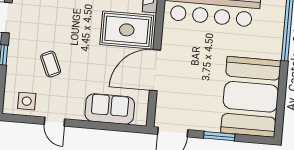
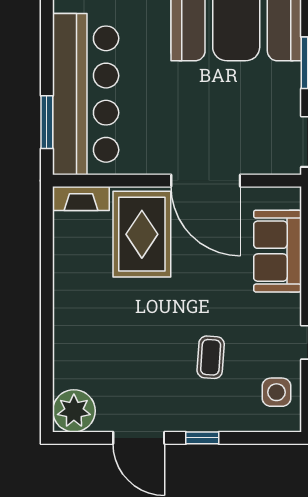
coffee table: (51, 64) -> (211, 357), turned -62

